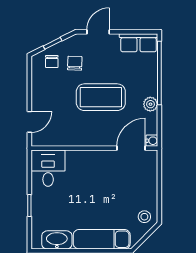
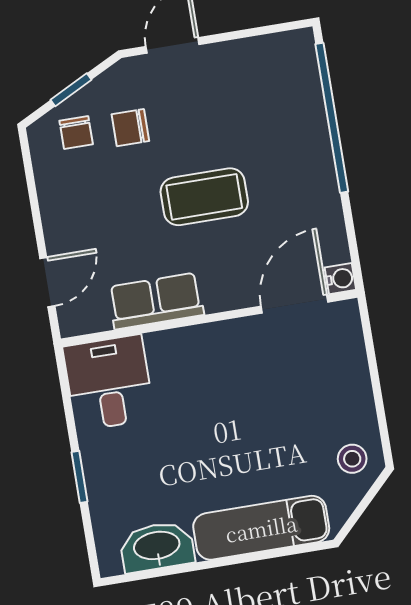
row of seats: (139, 43) -> (156, 301), moved, turned 180
chair: (75, 63) -> (130, 128), turned -92
coffee table: (101, 97) -> (204, 197), width x0.73, depth x0.76
plant: (150, 104) -> (323, 194), removed

